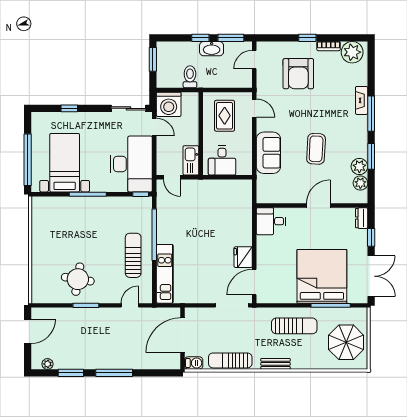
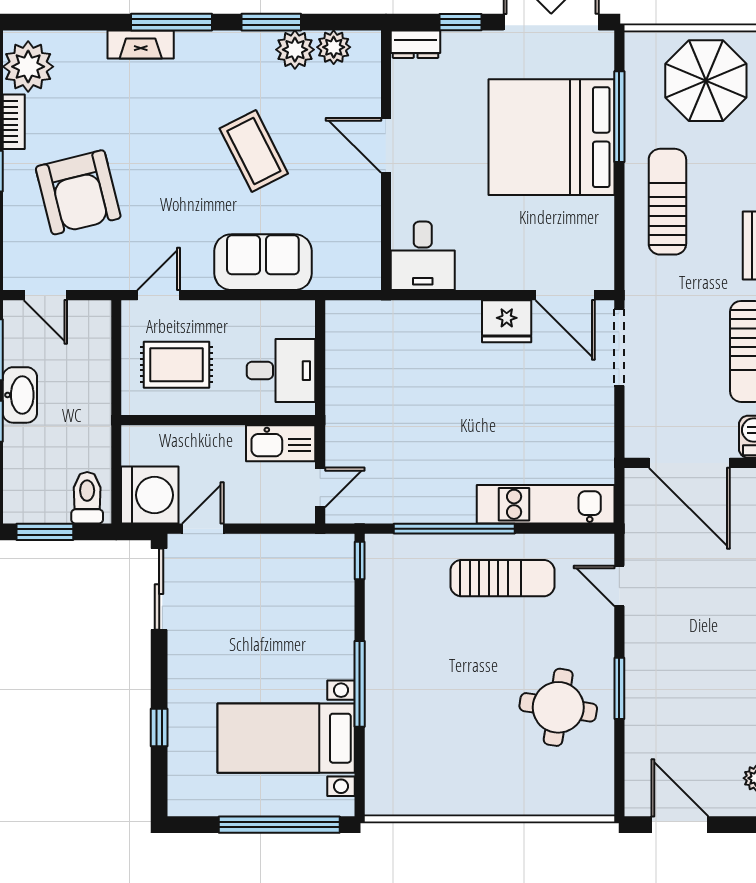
armchair: (298, 74) -> (78, 192), turned 76
toilet: (190, 77) -> (87, 498), moved, turned 90
coffee table: (316, 149) -> (254, 151), turned 60
desk: (131, 164) -> (289, 583), removed
sun lounger: (133, 255) -> (502, 578), turned 180

